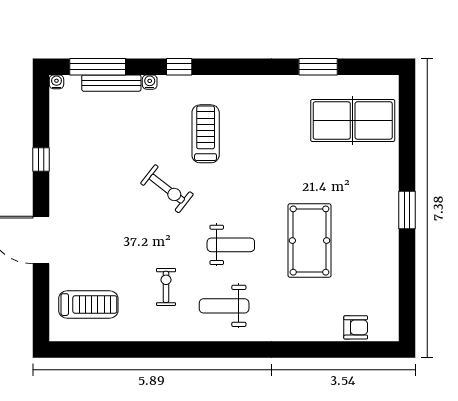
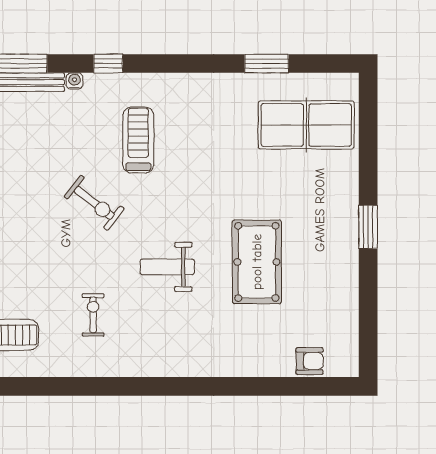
weight bench: (231, 245) -> (167, 267), turned 180
weight bench: (224, 306) -> (159, 336), removed

